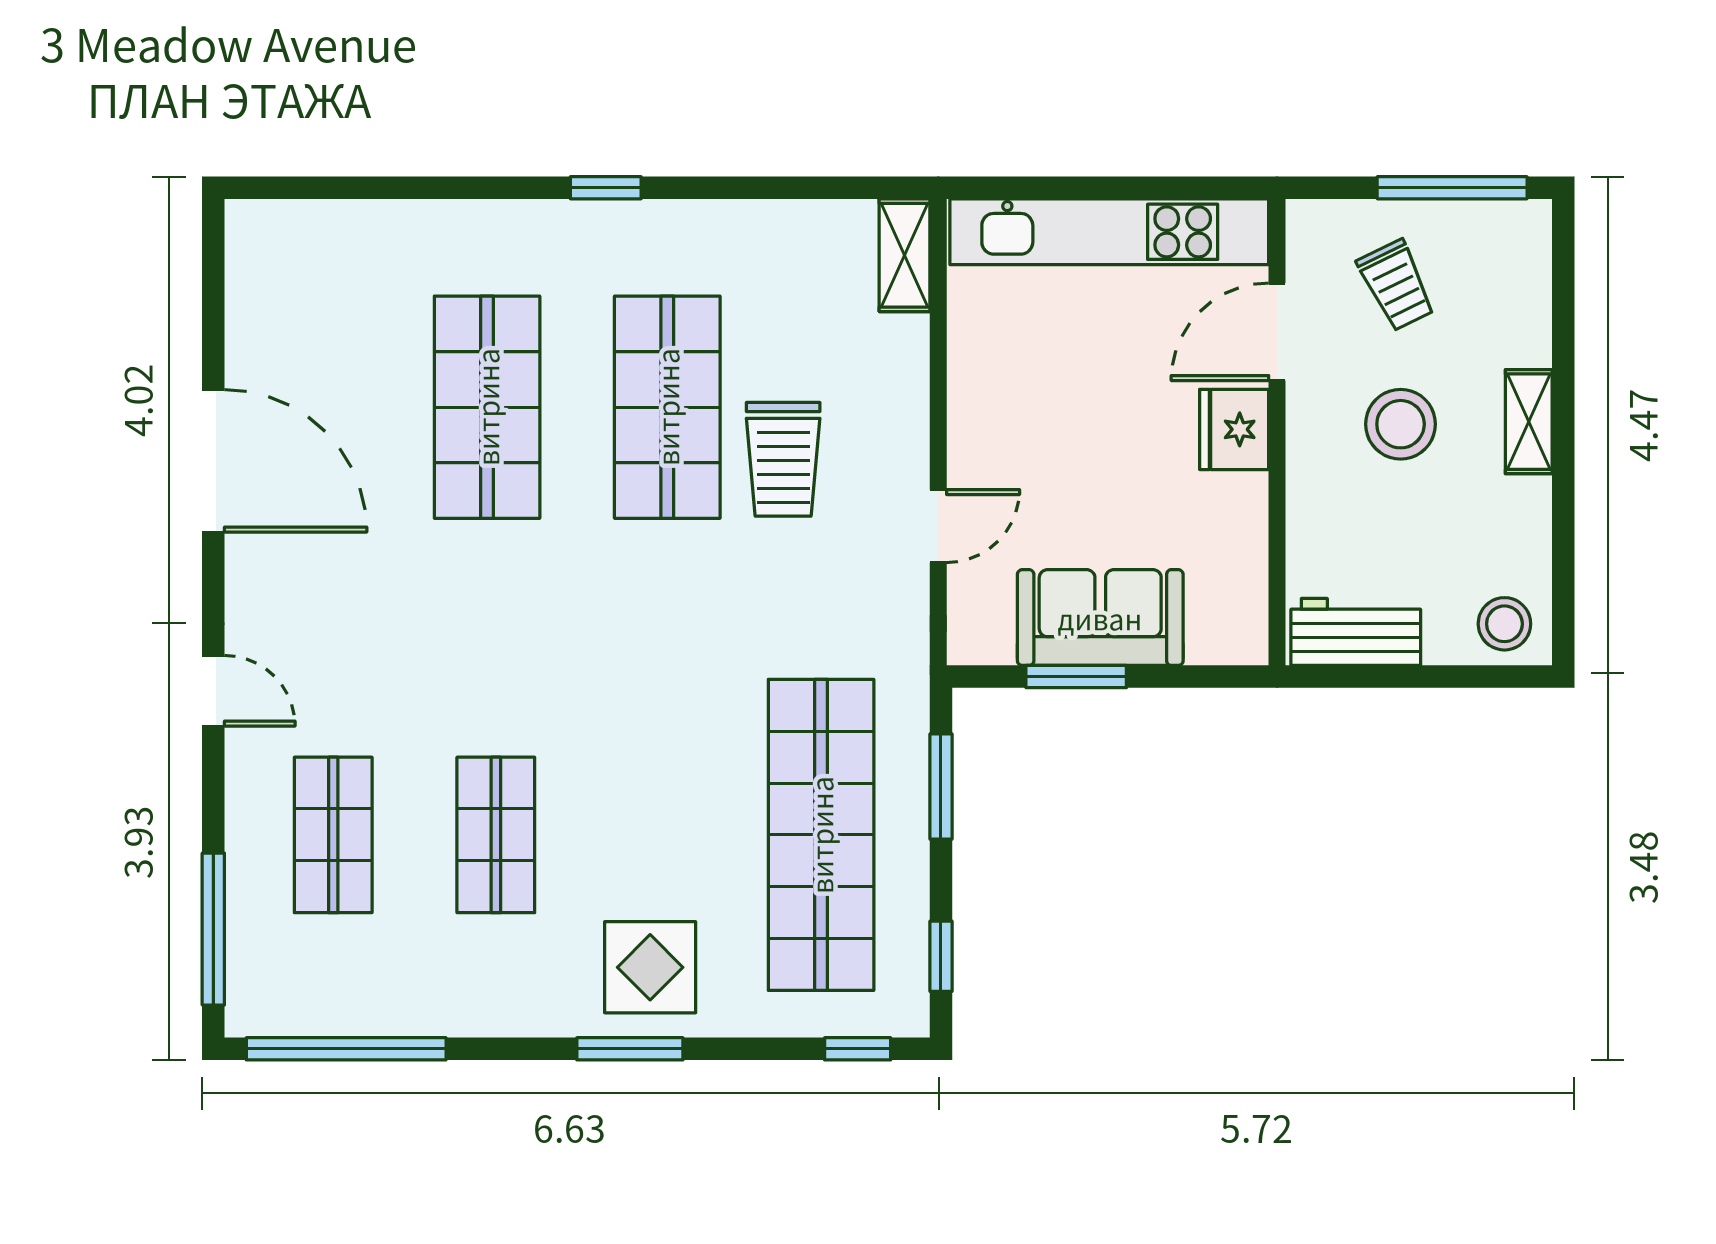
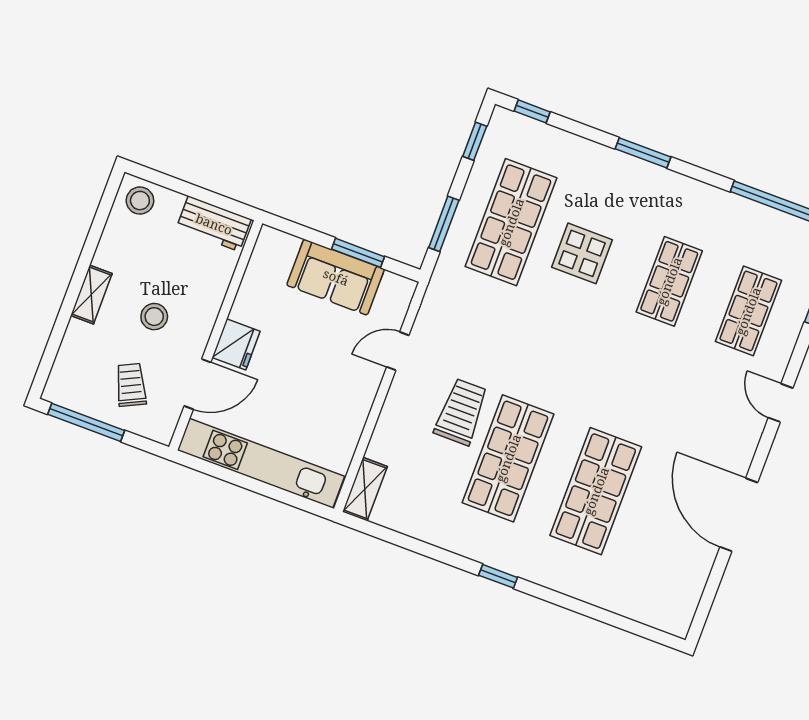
stool: (1401, 424) -> (154, 317), width x0.73, depth x0.73
shop shelf: (821, 835) -> (511, 222), width x0.71
display table: (650, 967) -> (582, 253), moved

